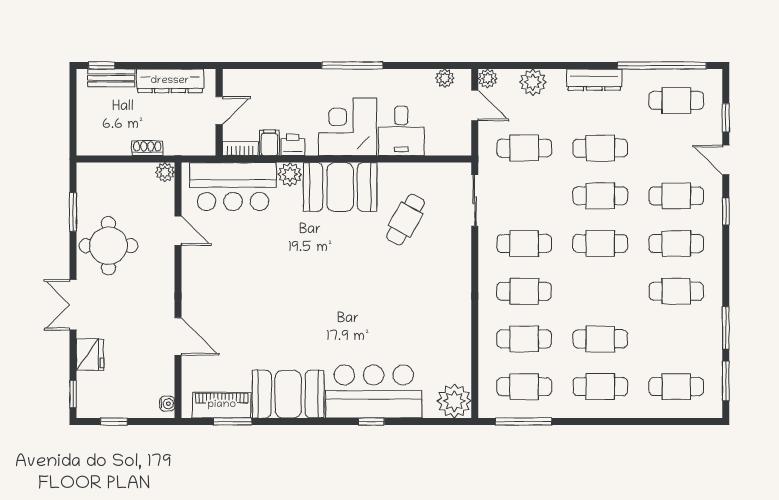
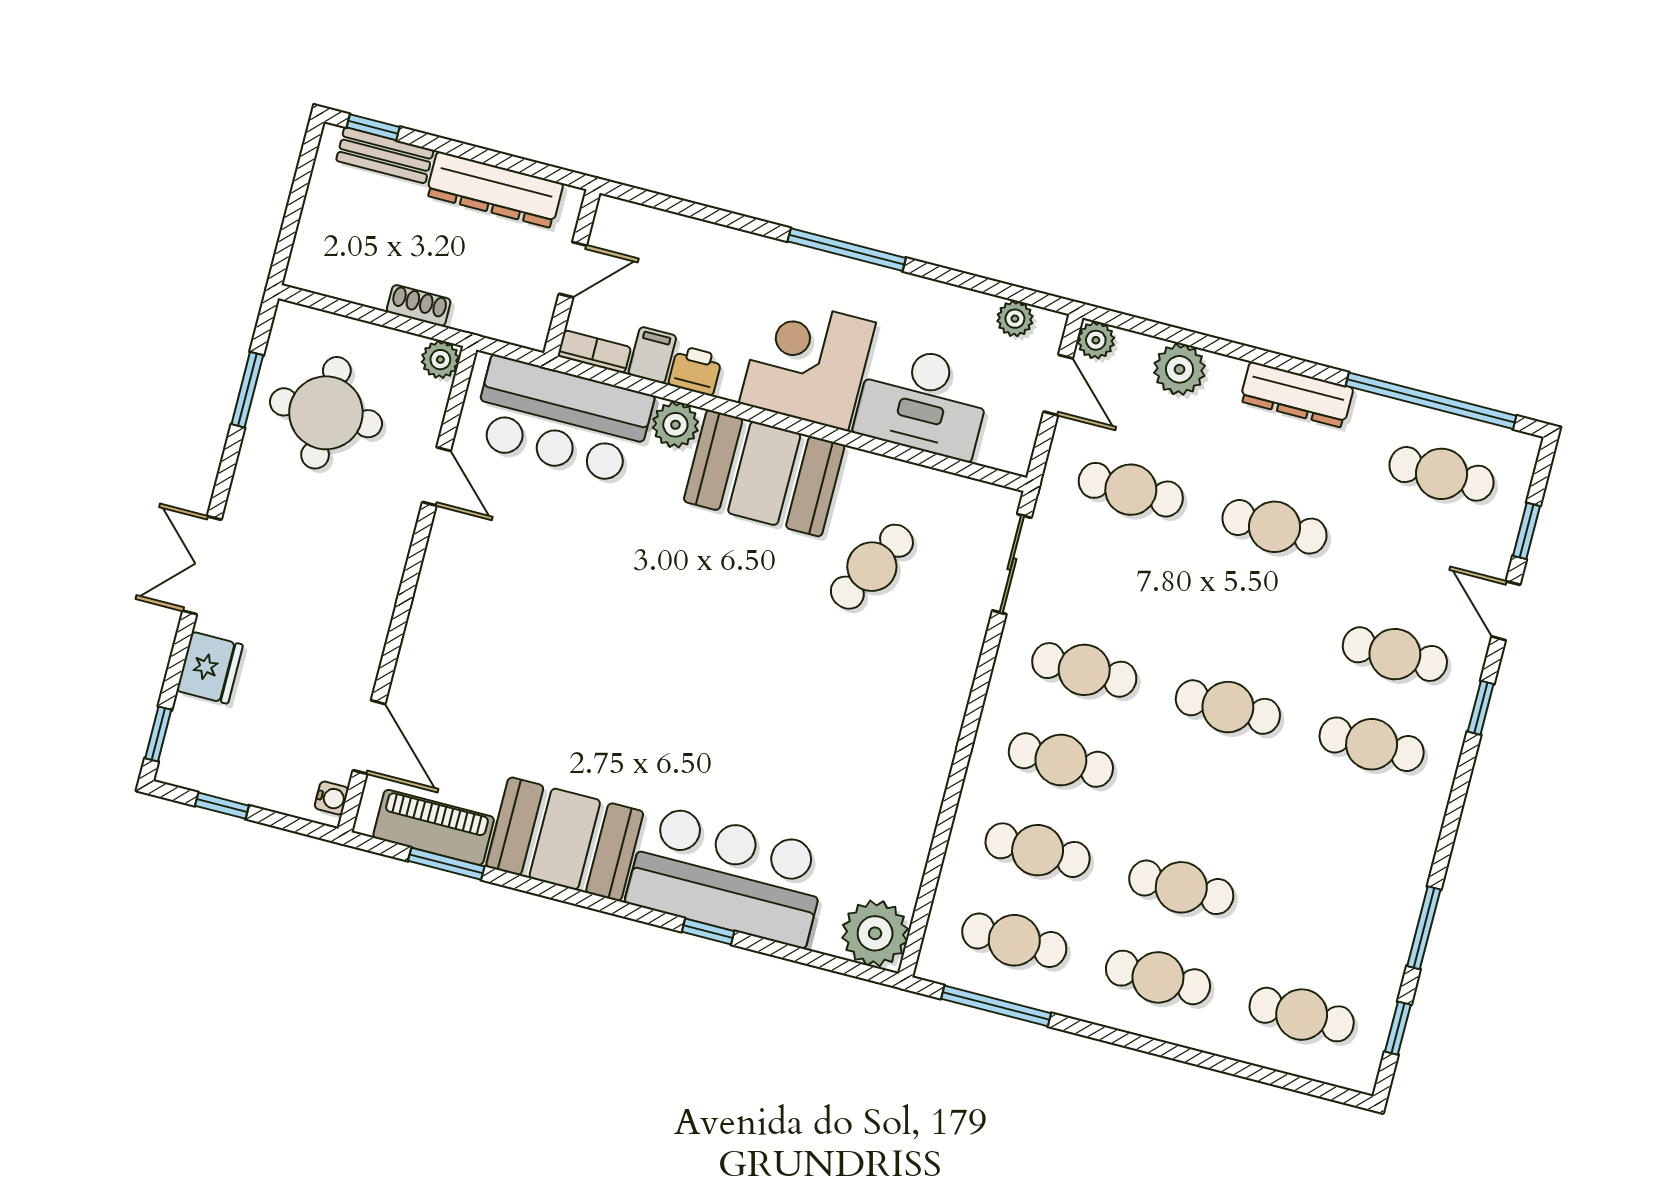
desk: (401, 131) -> (923, 401), width x1.37
cafe table: (600, 196) -> (1251, 617), removed
round table: (108, 246) -> (326, 413), moved
cafe table: (676, 291) -> (1348, 834), removed
door: (178, 336) -> (369, 737), moved
window: (726, 381) -> (1398, 1028), width x0.67

